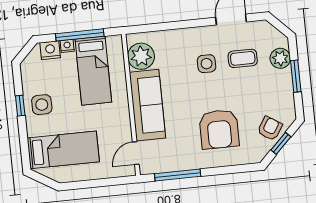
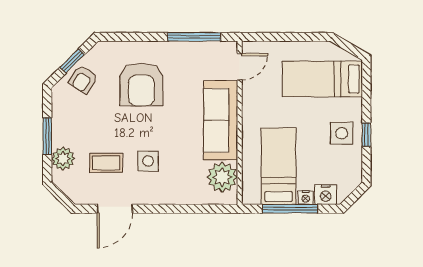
armchair: (219, 129) -> (141, 84), turned 180

